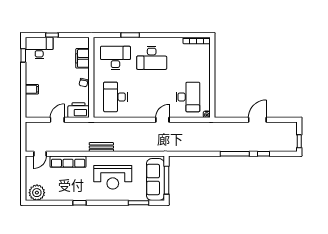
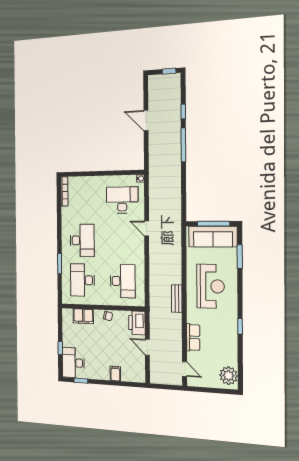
desk: (115, 97) -> (123, 281), turned -90
row of seats: (68, 162) -> (193, 337), width x0.68

